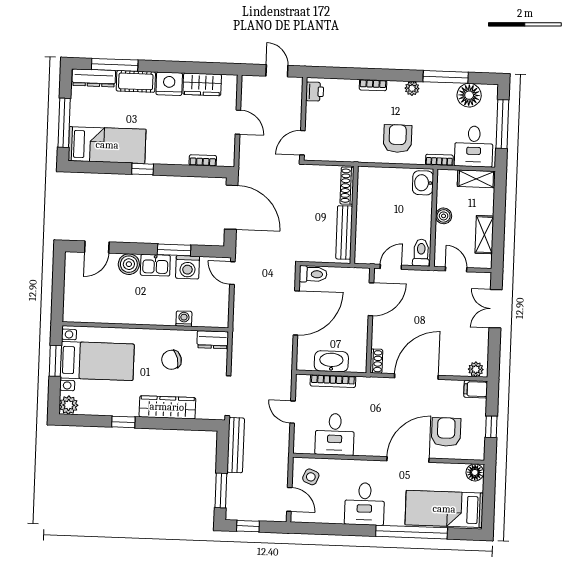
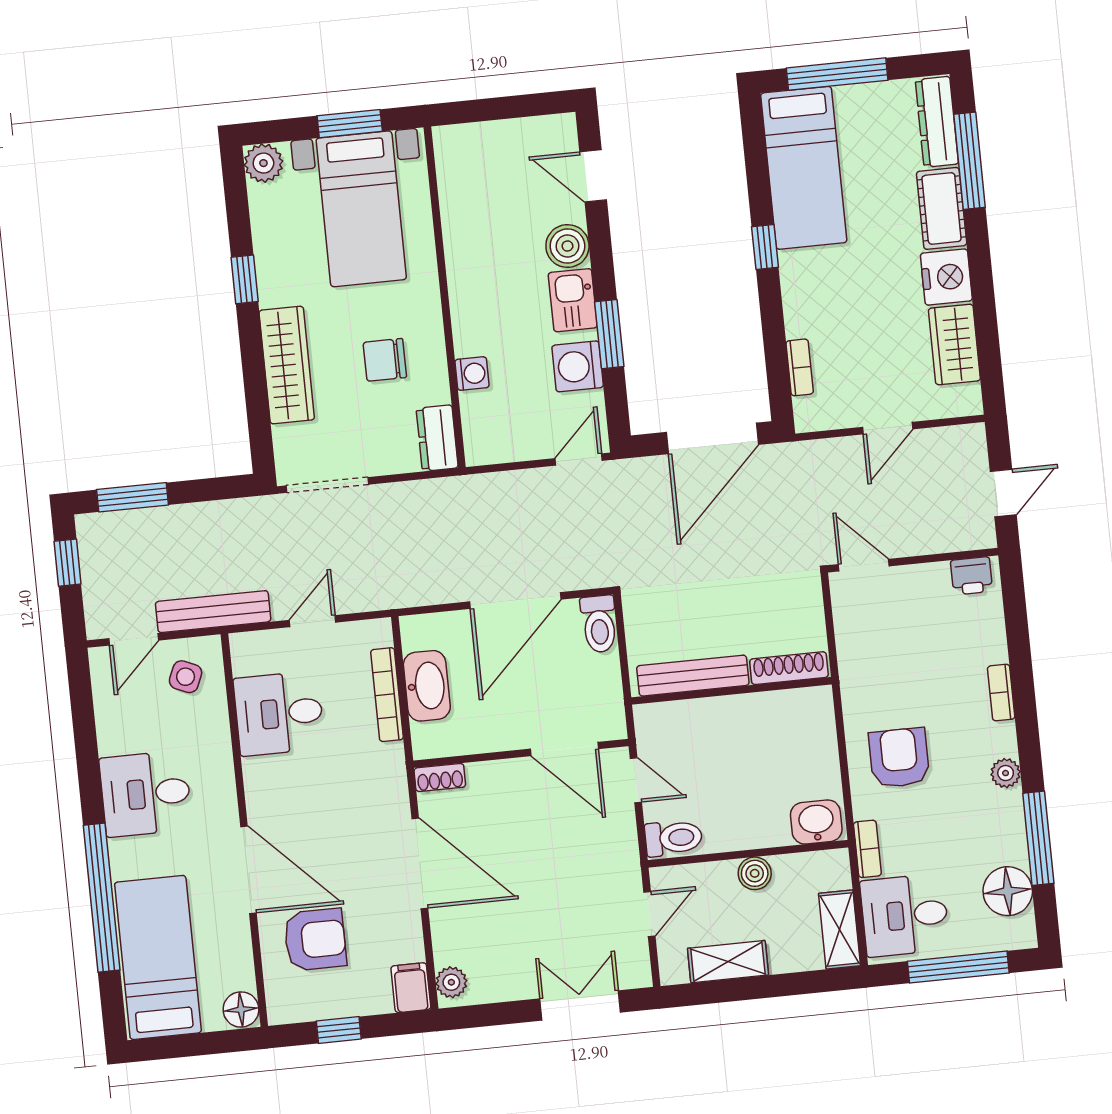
armchair: (398, 139) -> (899, 758), turned -90
door: (296, 313) -> (515, 601), hinge flipped
chair: (172, 360) -> (385, 360), turned -75
bench: (236, 445) -> (213, 612), moved

